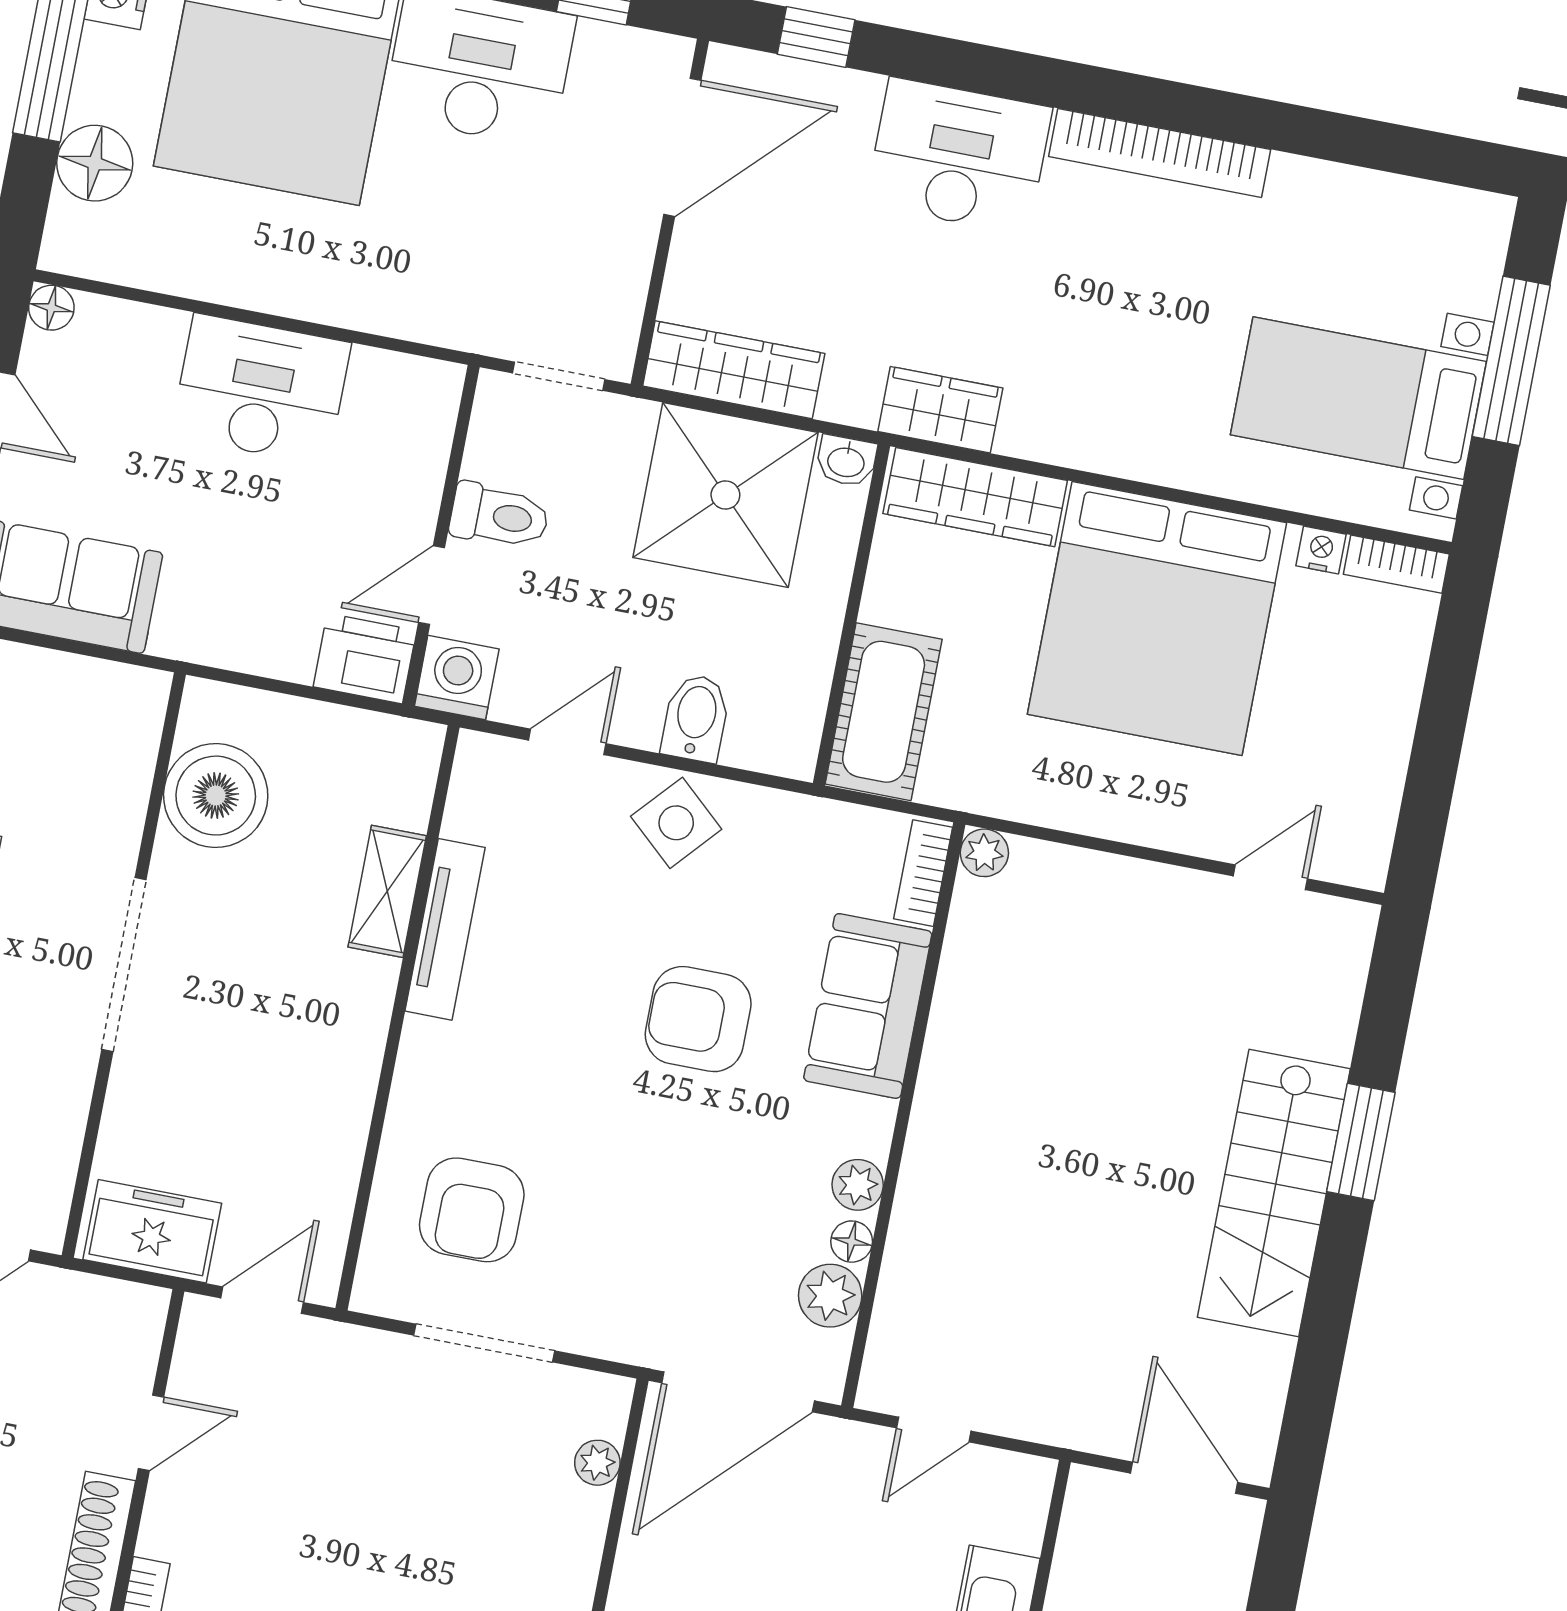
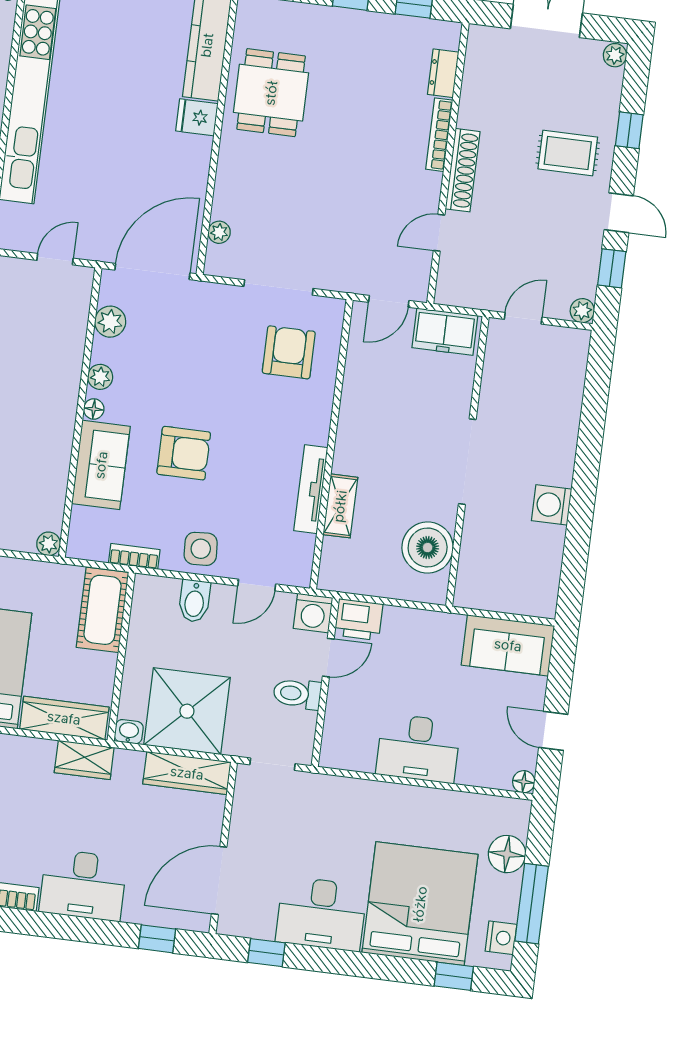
side table: (676, 823) -> (201, 549), turned 45
bookcase: (923, 873) -> (134, 556), moved, turned -90
floor lamp: (852, 1242) -> (94, 409), moved

